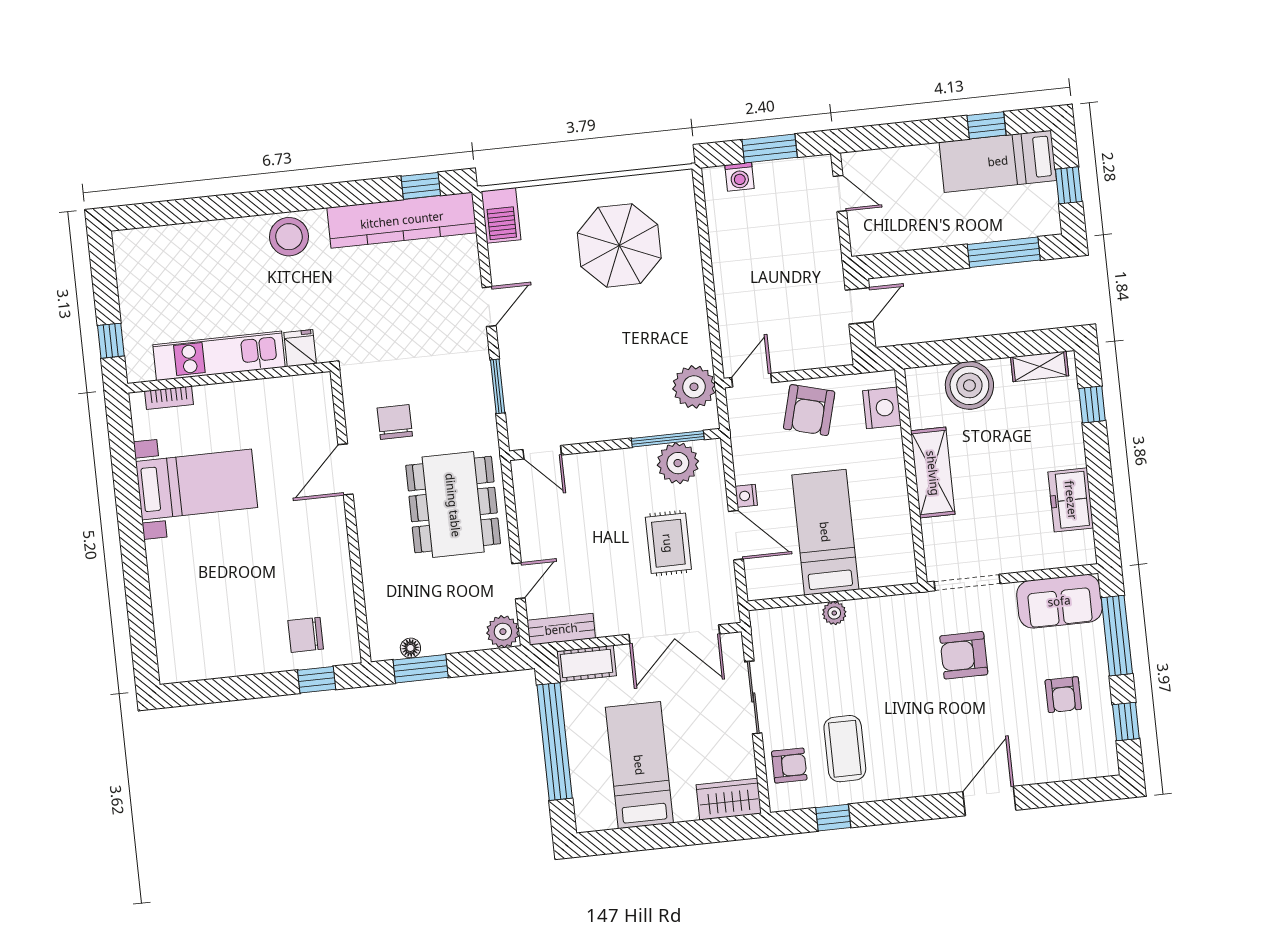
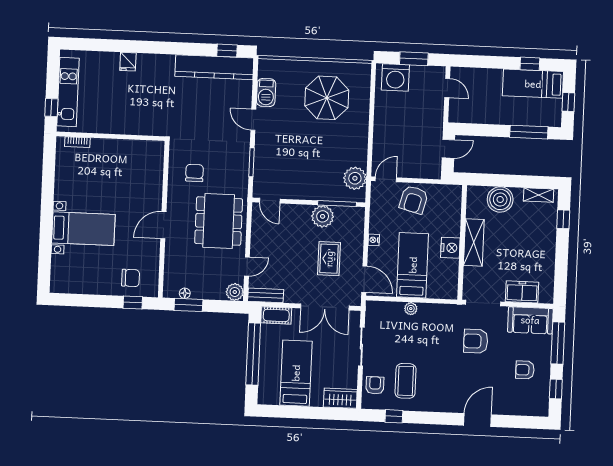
washing machine: (740, 177) -> (395, 77), width x1.89, depth x1.89
barbecue: (501, 215) -> (266, 93), moved
stool: (289, 237) -> (154, 67), removed
door: (489, 307) -> (253, 120), swing flipped
fridge: (300, 348) -> (128, 62), moved, turned 180
kitchen unit: (219, 356) -> (68, 92), moved, turned 90
nightstand: (882, 408) -> (450, 248), moved
plant: (678, 463) -> (323, 216), moved
door: (346, 469) -> (163, 225), moved
bed with nightstands: (196, 484) -> (83, 229), moved
freezer: (1071, 500) -> (522, 292), moved, turned 90
door: (736, 535) -> (364, 279), moved
chair: (306, 635) -> (131, 278), turned 180
armchair: (1063, 695) -> (525, 370), turned 90
armchair: (789, 766) -> (375, 385), turned -90

